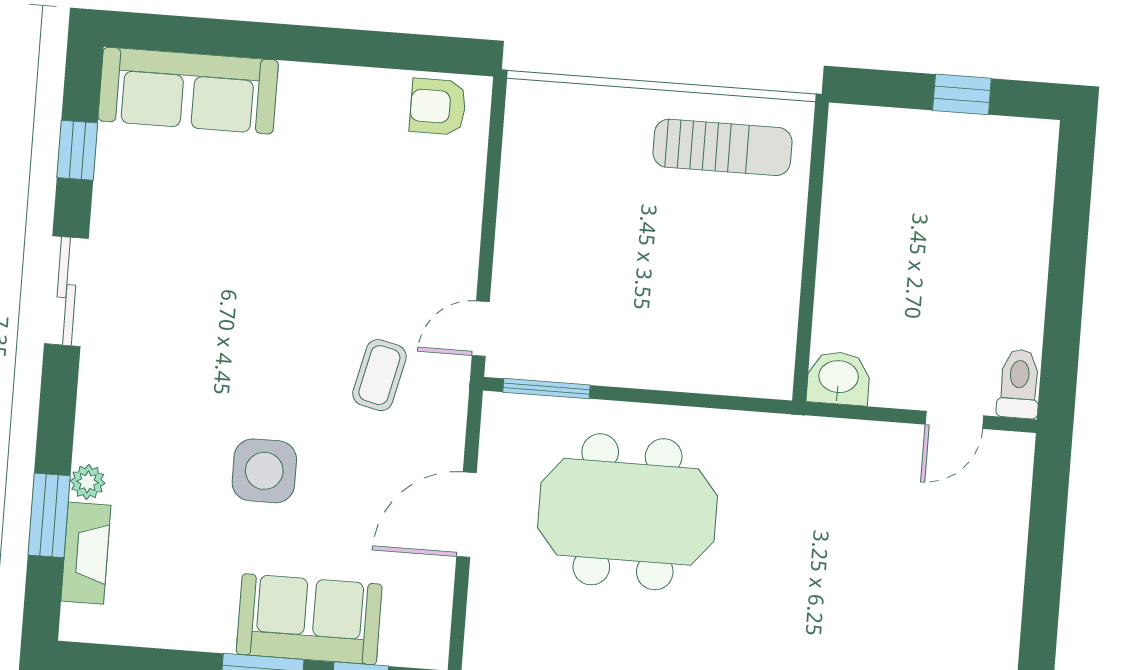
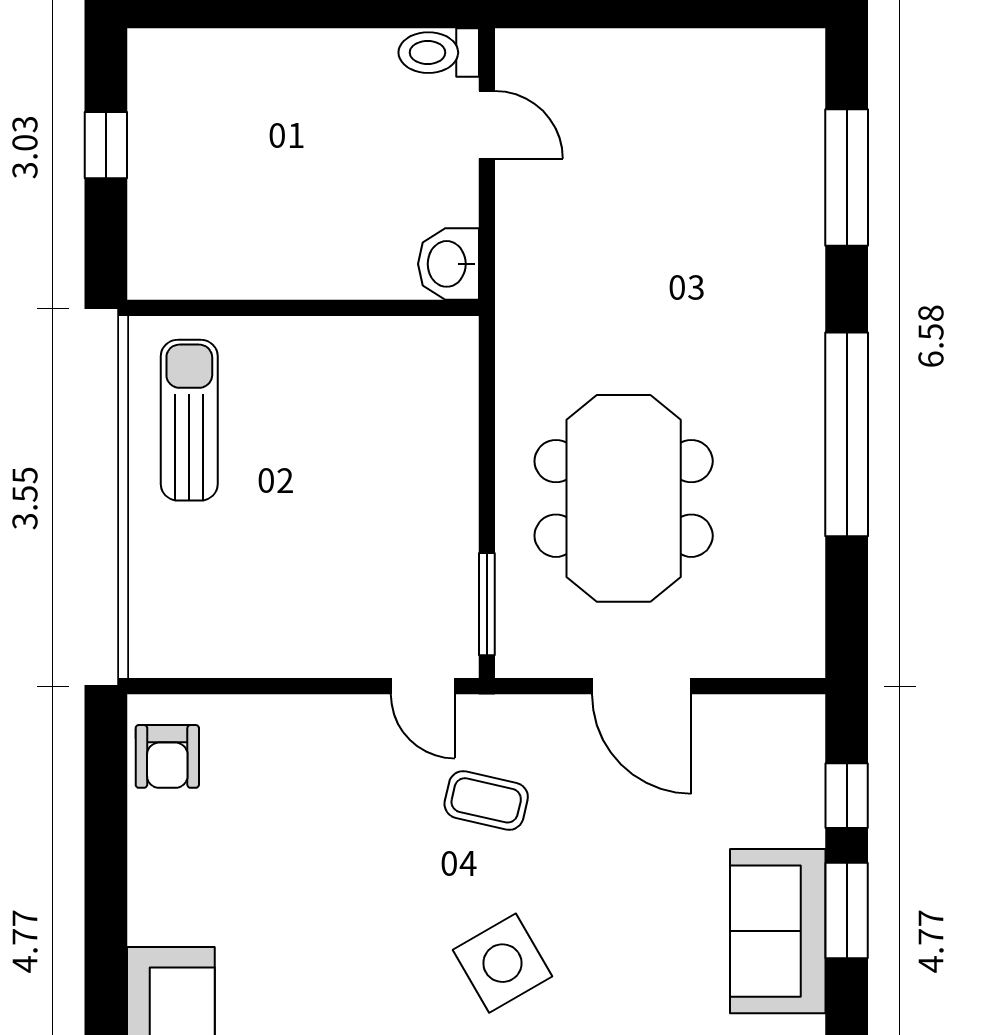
side table: (264, 471) -> (502, 963), moved, turned -30
sofa: (309, 619) -> (778, 931), moved

